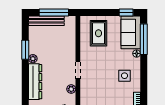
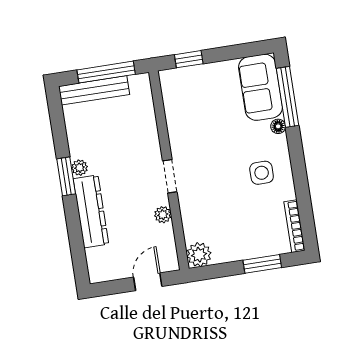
window: (126, 12) -> (189, 59), moved
rug: (98, 33) -> (199, 99), removed
window: (25, 50) -> (66, 176), moved

